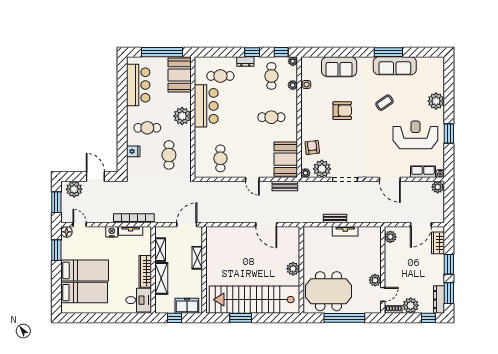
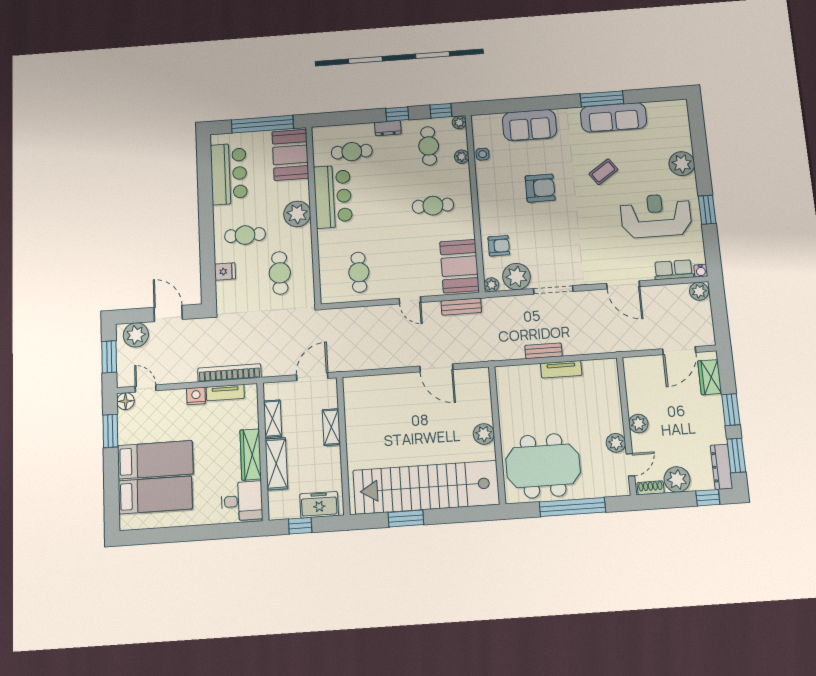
armchair: (312, 147) -> (499, 246), turned 97
plant: (390, 237) -> (638, 424), moved

